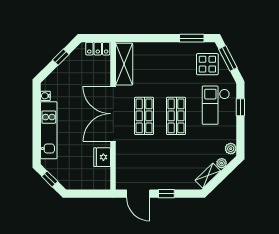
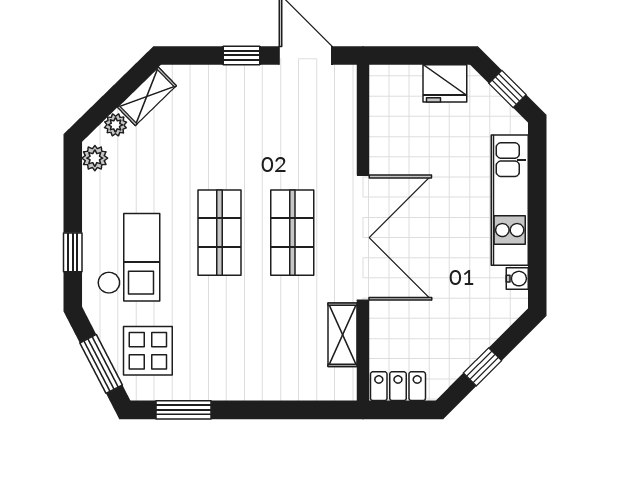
shelving: (124, 64) -> (343, 335), width x0.67, depth x0.75
fridge: (102, 157) -> (445, 83), moved, turned 90

